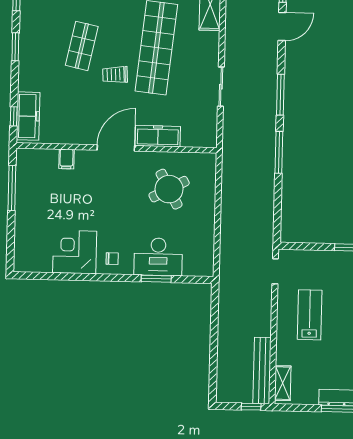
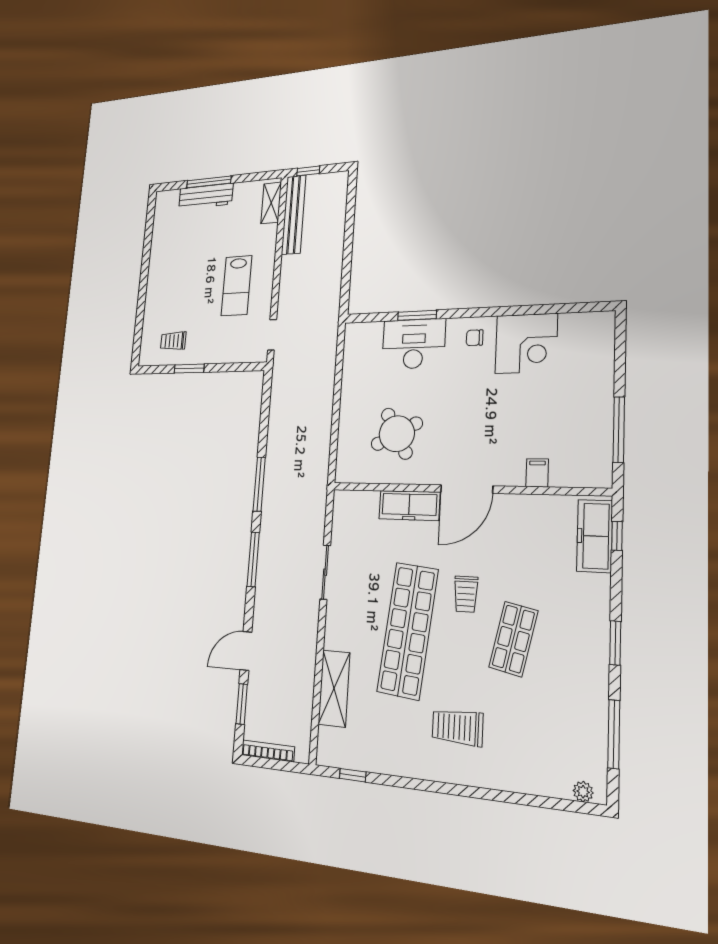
trolley: (115, 75) -> (466, 594), turned 93

